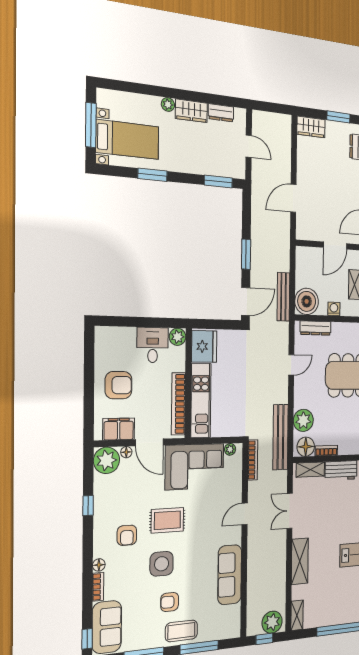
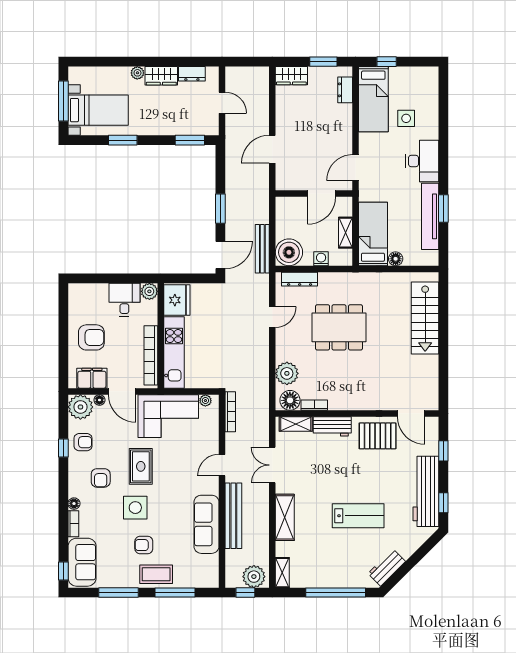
bench: (281, 437) -> (233, 516), moved
armchair: (109, 498) -> (83, 442), added
rug: (167, 520) -> (141, 466), turned 90

